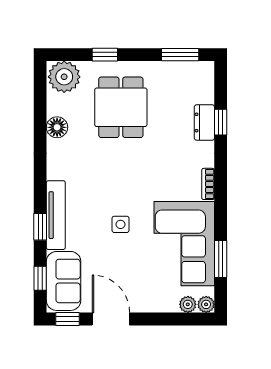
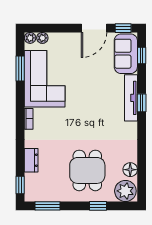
window: (221, 122) -> (20, 185), moved
floor lamp: (57, 127) -> (130, 170), moved
side table: (120, 224) -> (88, 92), removed
window: (40, 227) -> (142, 103), moved
door: (111, 319) -> (94, 28), hinge flipped

